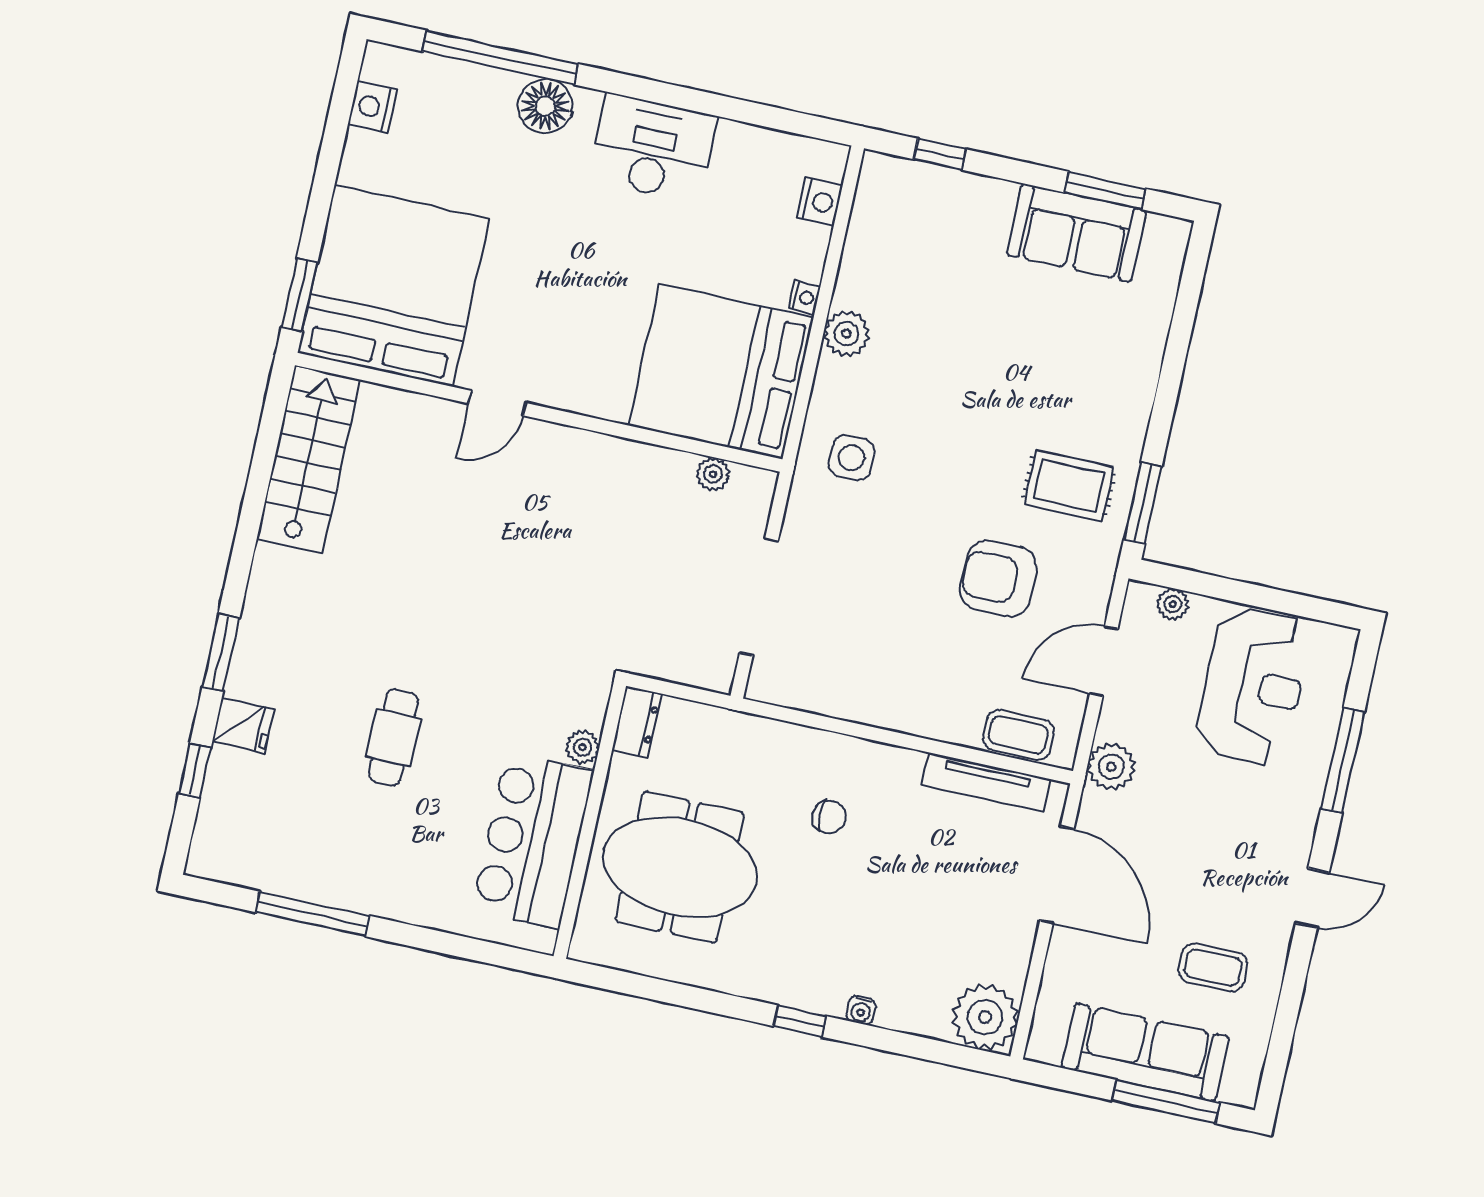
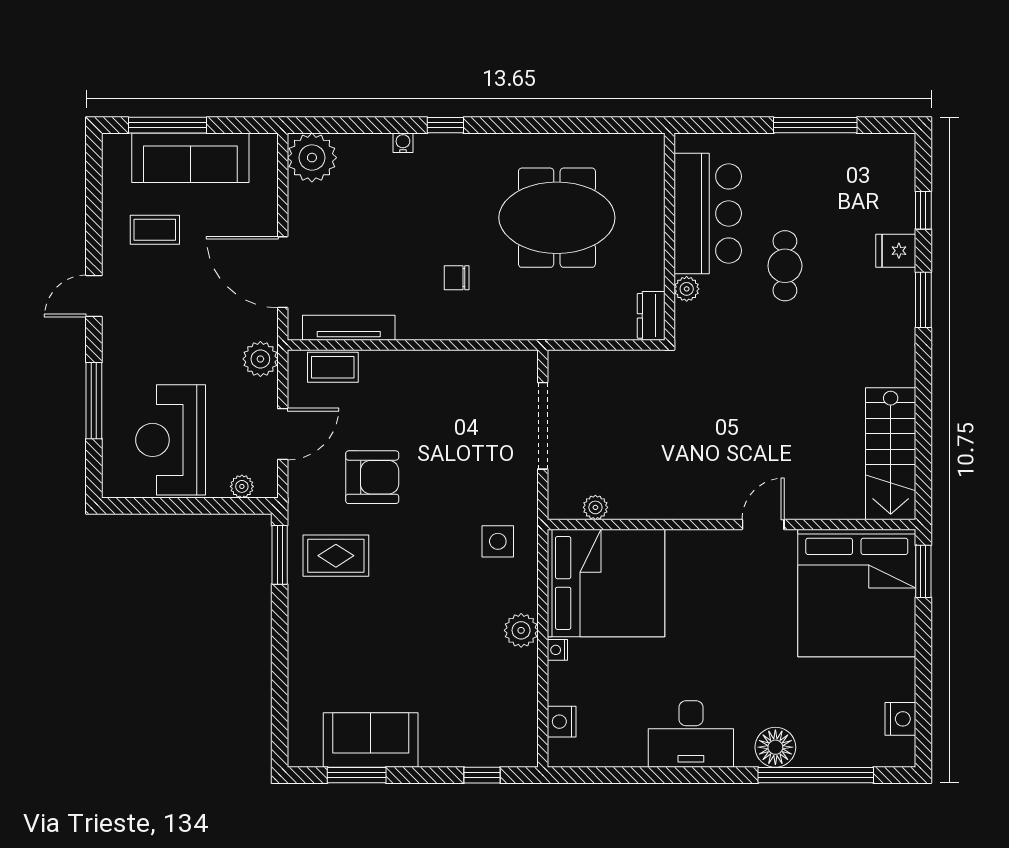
dresser: (637, 722) -> (651, 316), moved
plant: (582, 747) -> (687, 289), moved
wall: (590, 821) -> (670, 237), moved
bar counter: (533, 840) -> (708, 213), moved

